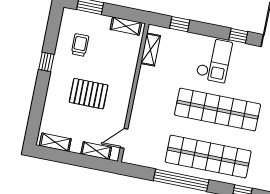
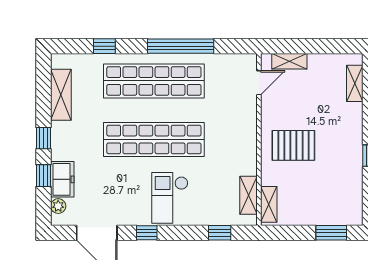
shelving: (126, 26) -> (269, 204), moved, turned 90
trolley: (80, 45) -> (334, 184), removed
pallet: (89, 94) -> (293, 145), moved
shelving: (55, 142) -> (355, 83), moved, turned 90

